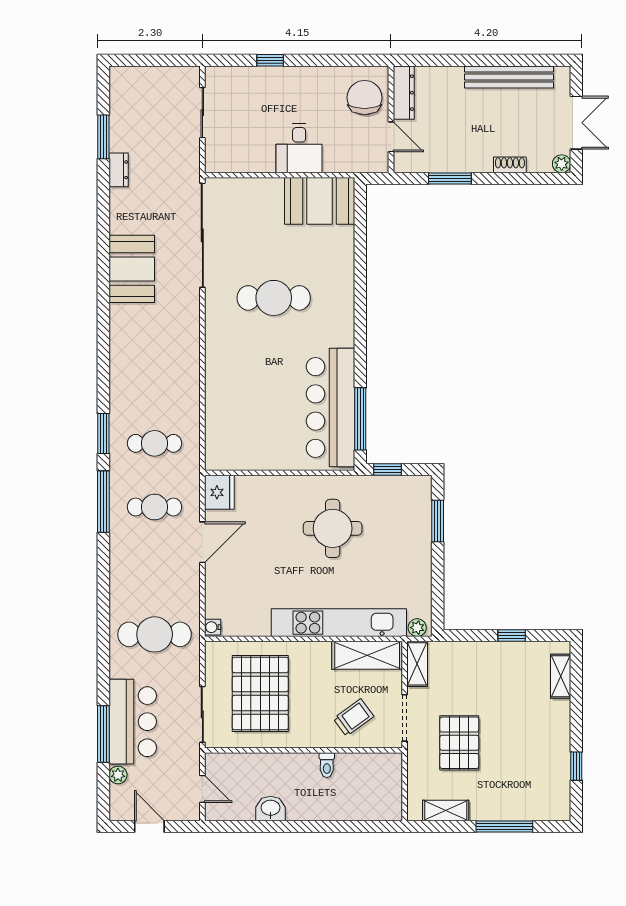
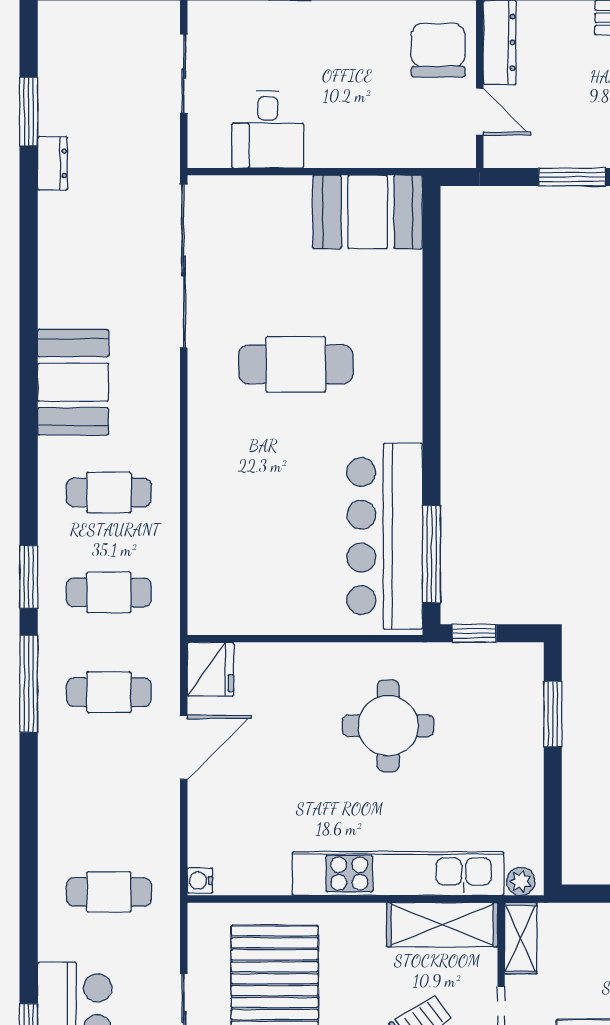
desk: (299, 148) -> (268, 129), moved
booth: (132, 269) -> (73, 382), moved
cafe table: (155, 380) -> (109, 492), added
cafe table: (155, 634) -> (109, 892), width x0.73, depth x0.74

